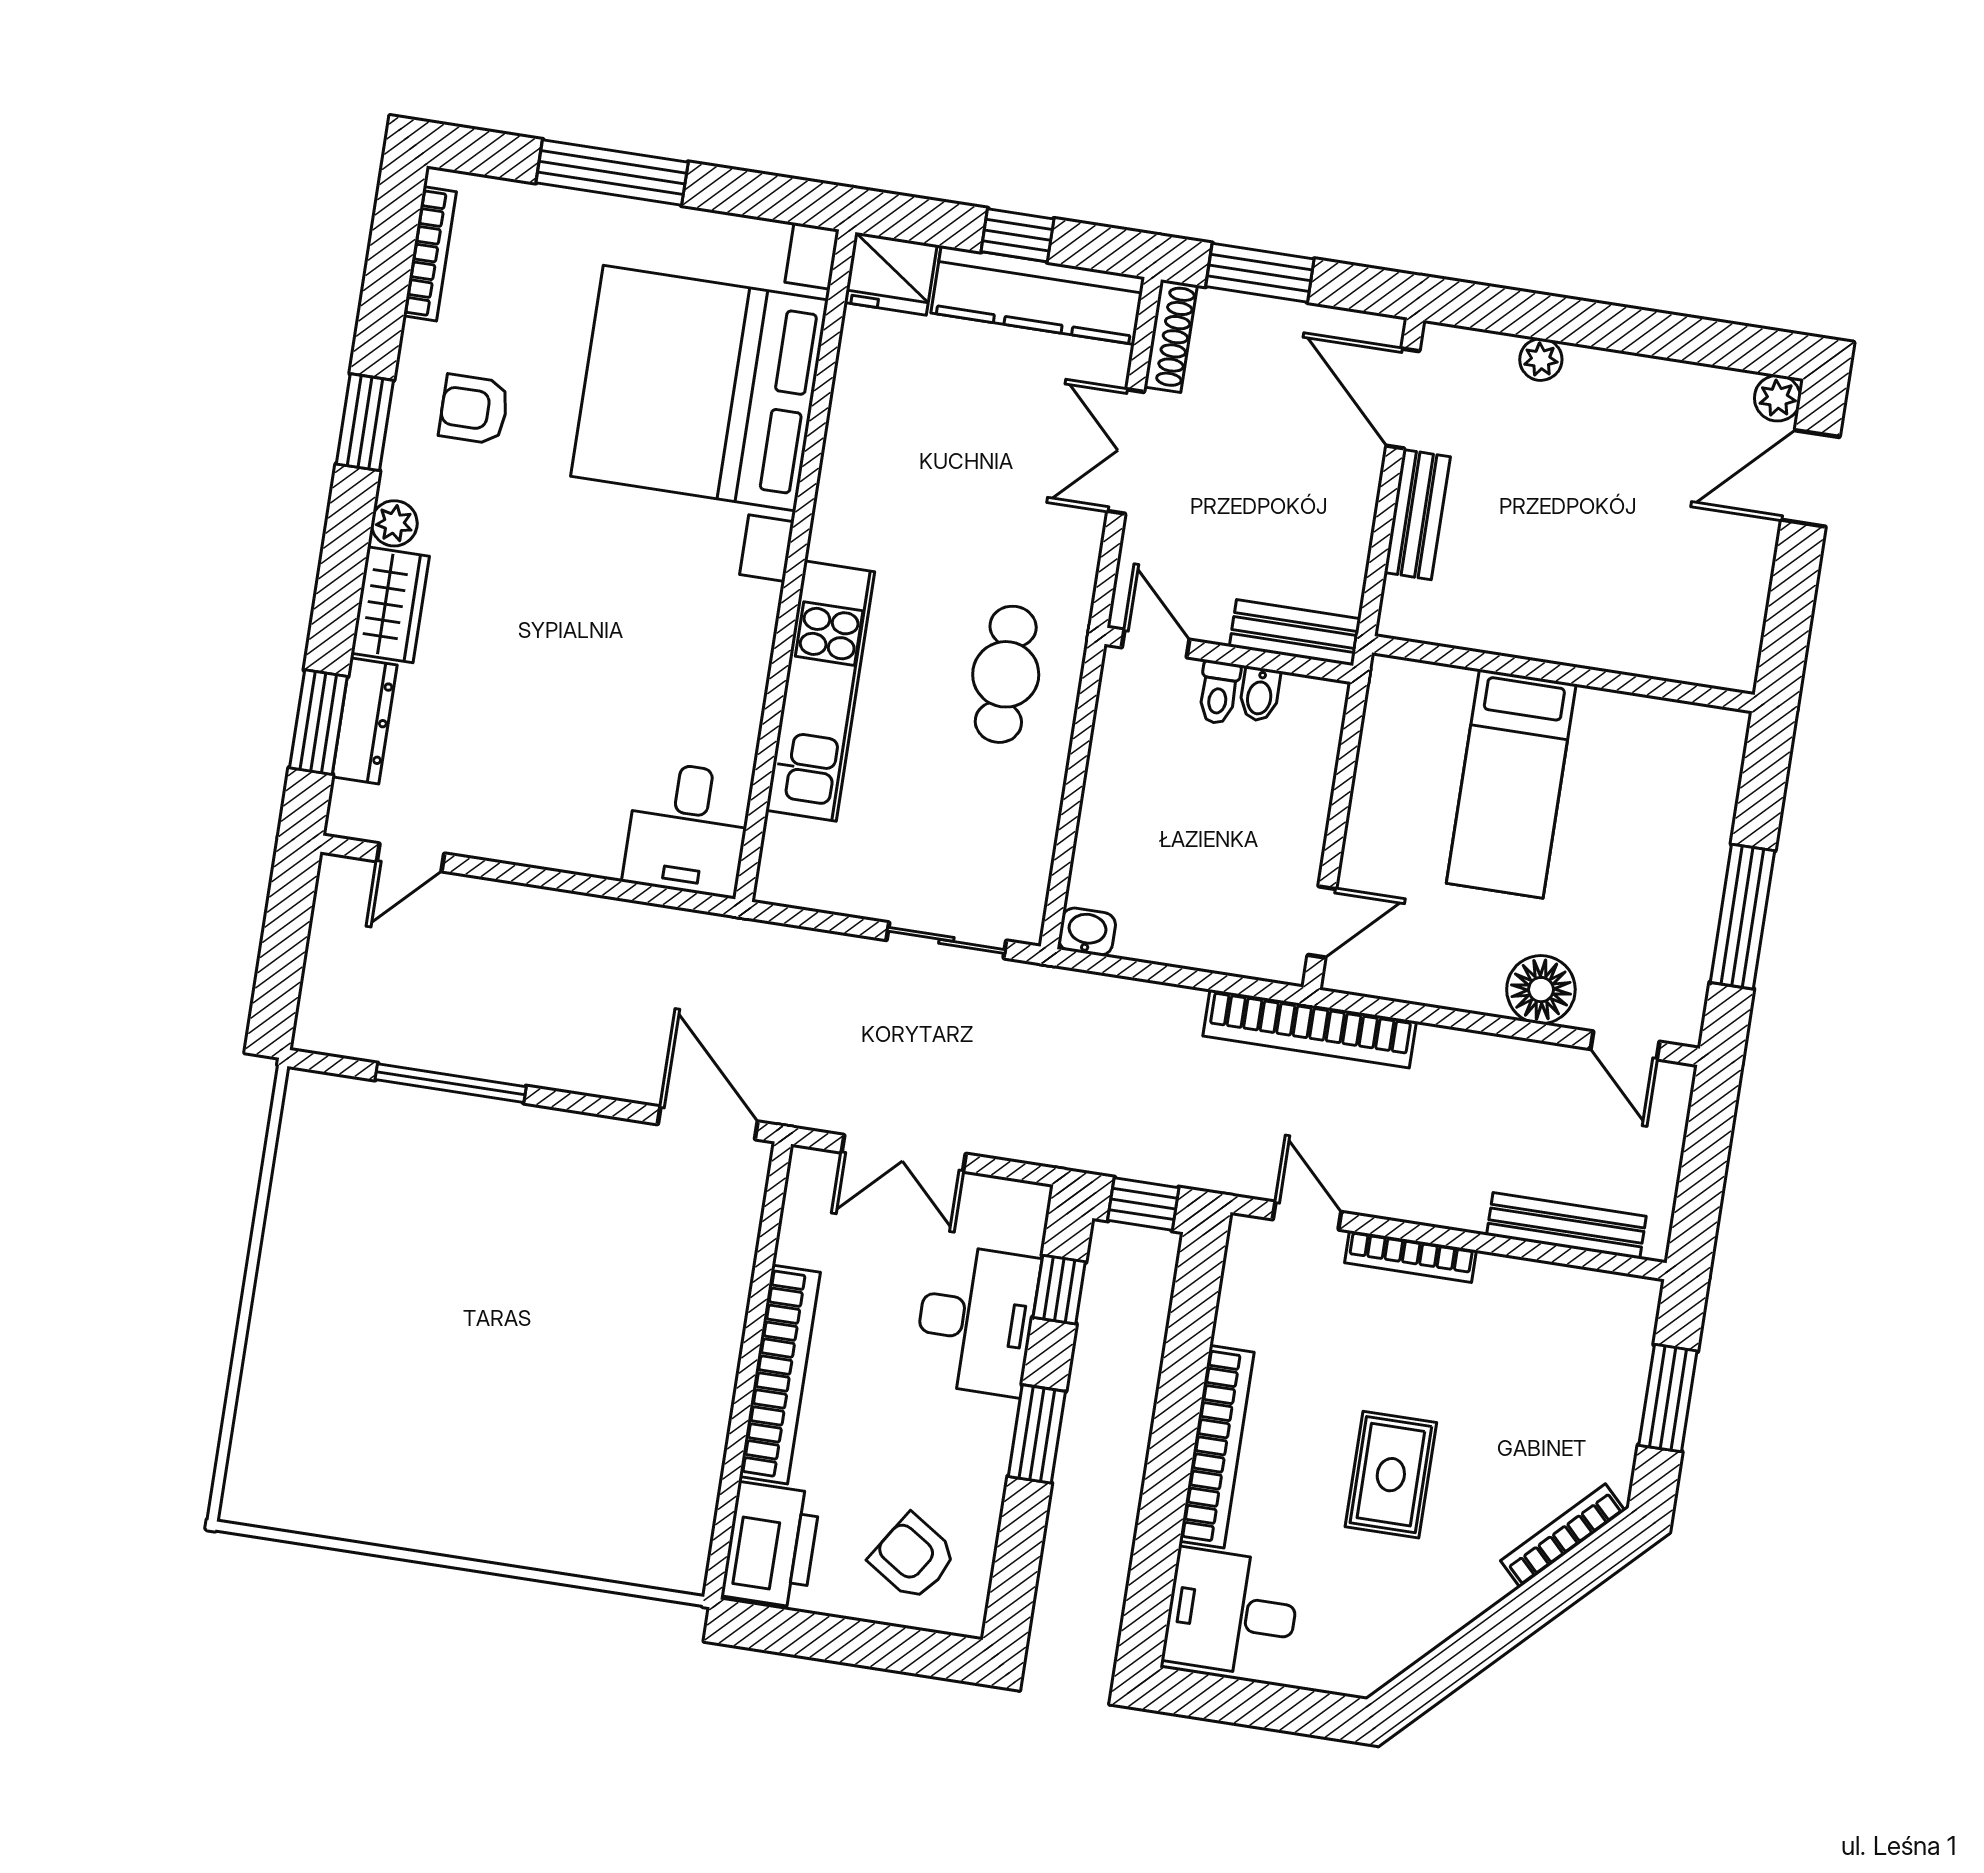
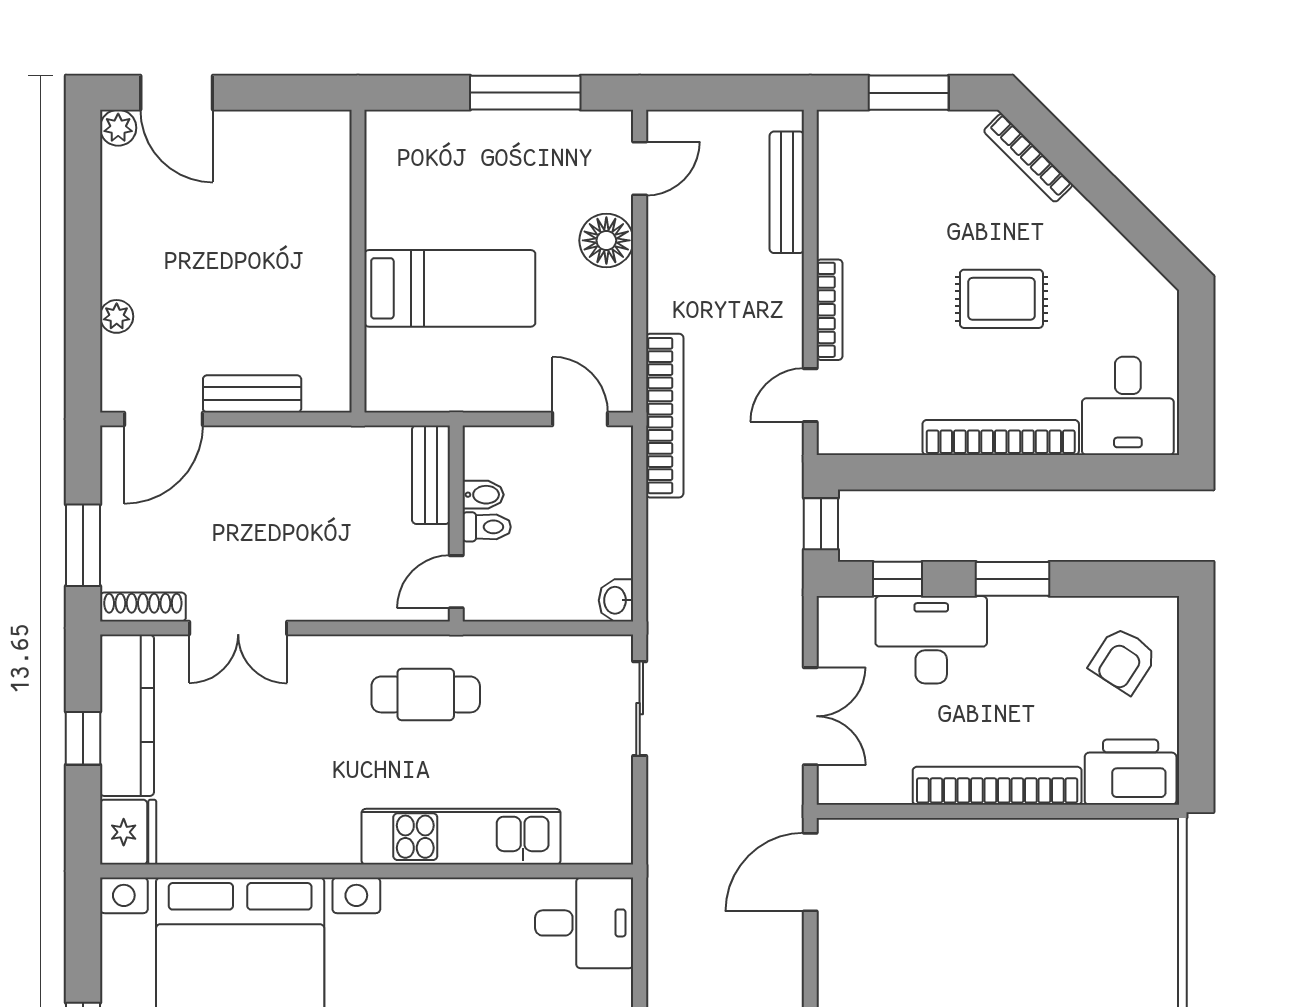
bench: (1295, 633) -> (431, 475), moved
door: (1156, 643) -> (456, 582), moved
wall: (1229, 655) -> (456, 523), moved
toilet: (1219, 692) -> (487, 527), moved
bidet: (1260, 694) -> (483, 495), moved

